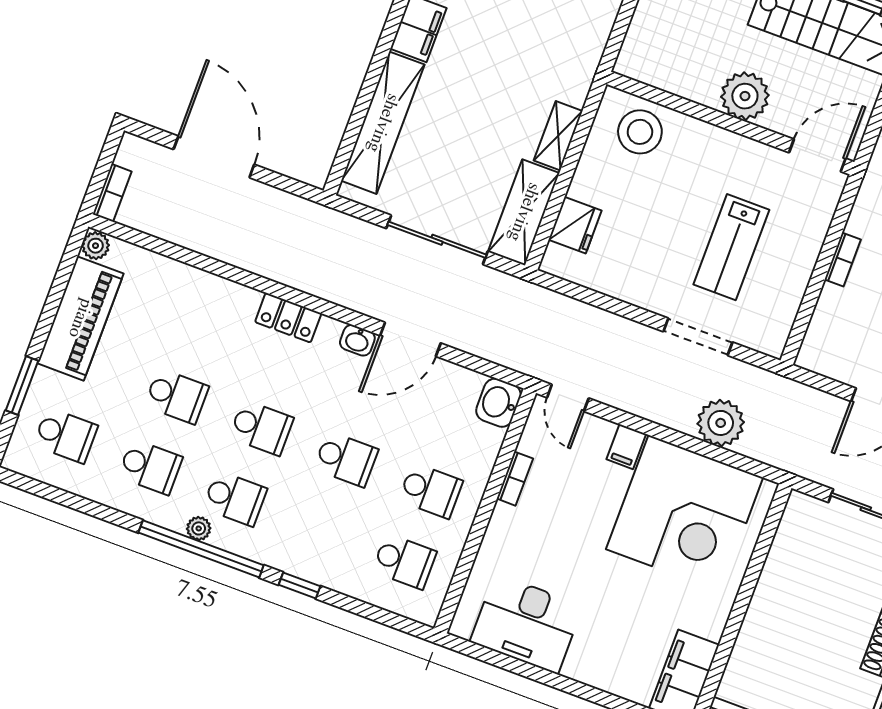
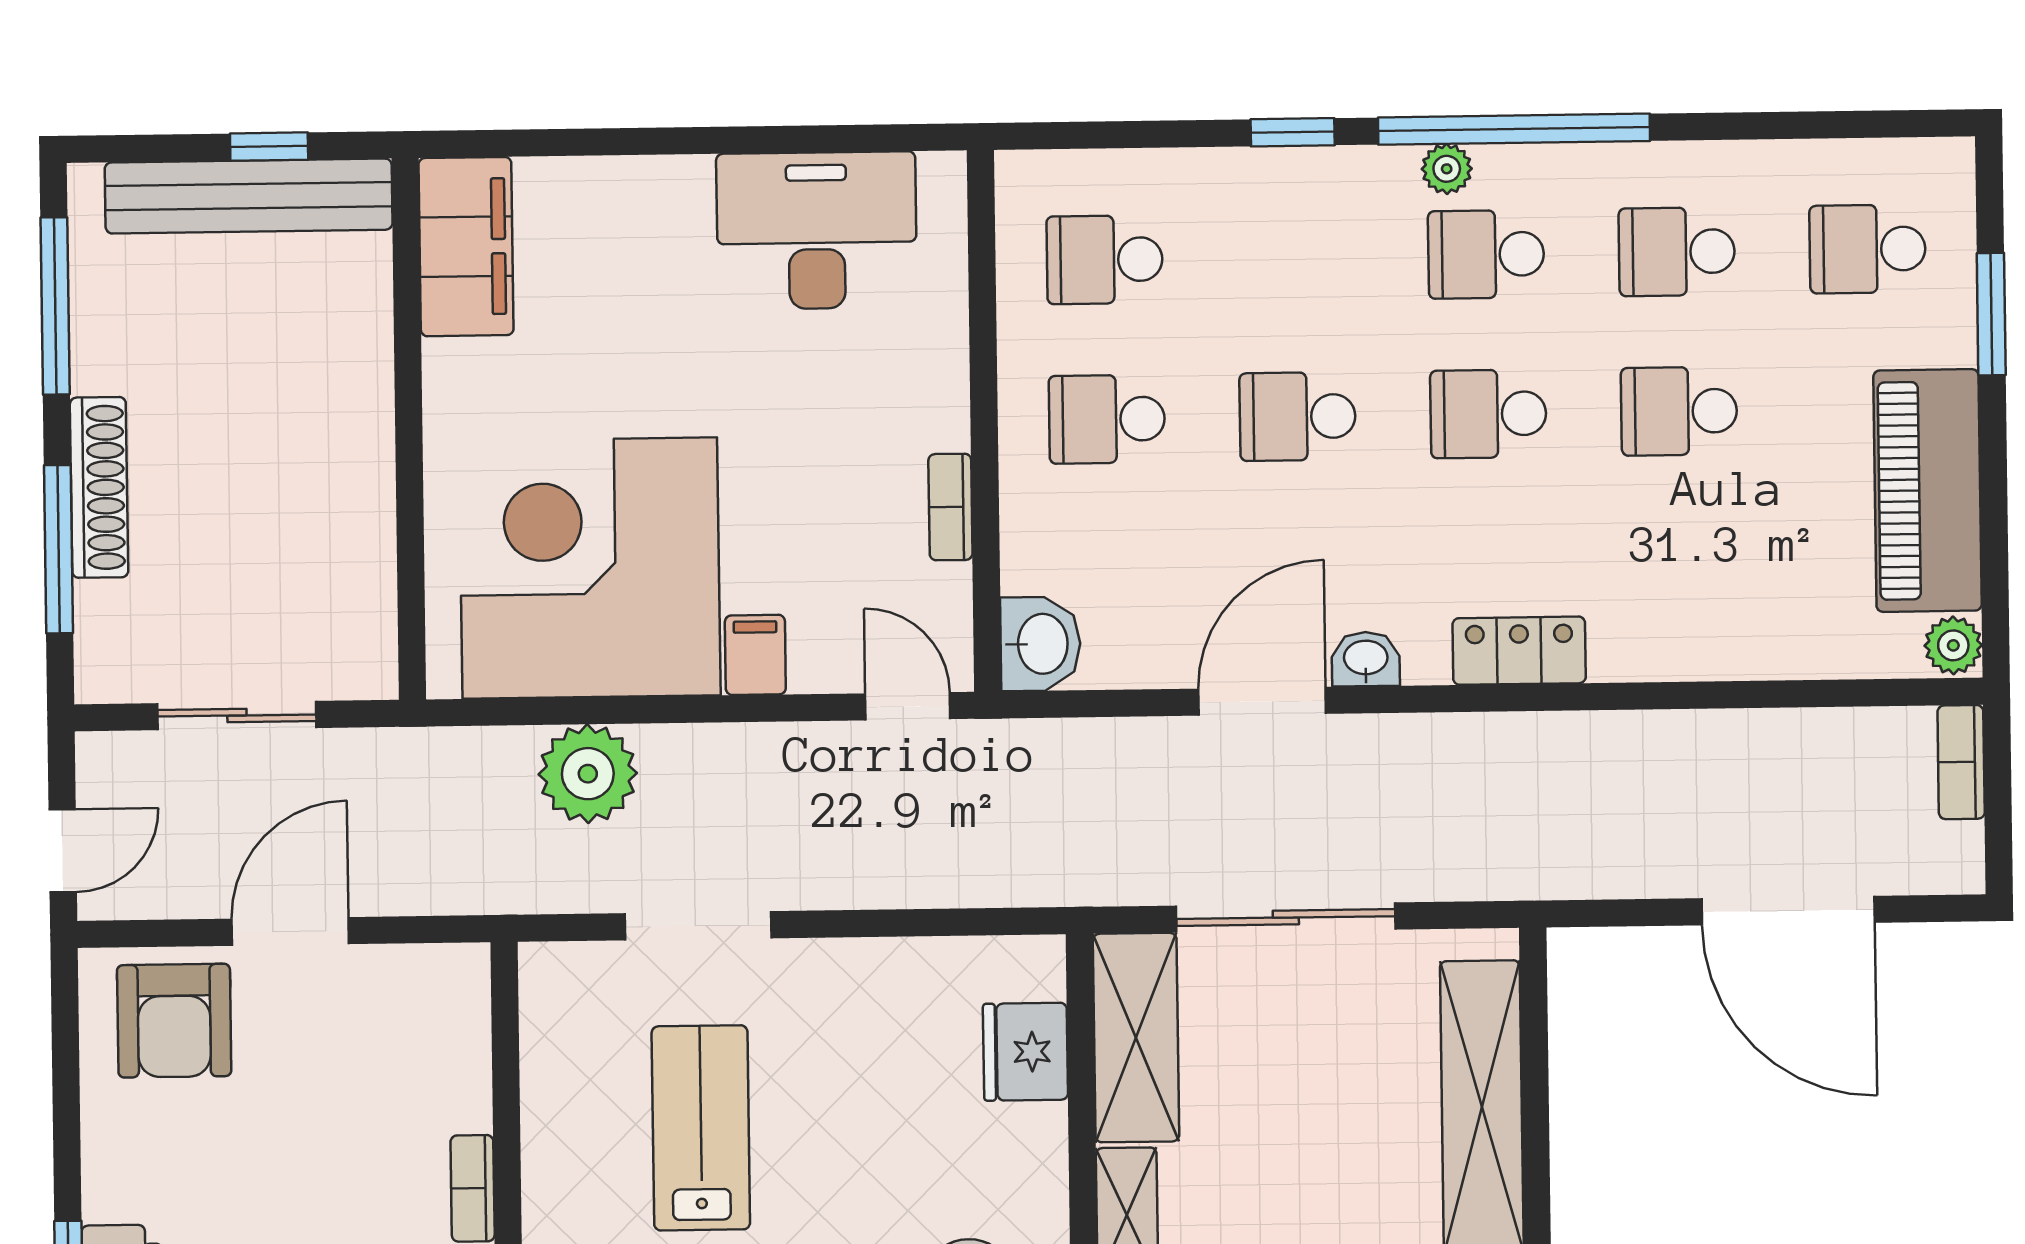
plant: (199, 528) -> (1447, 169), moved

